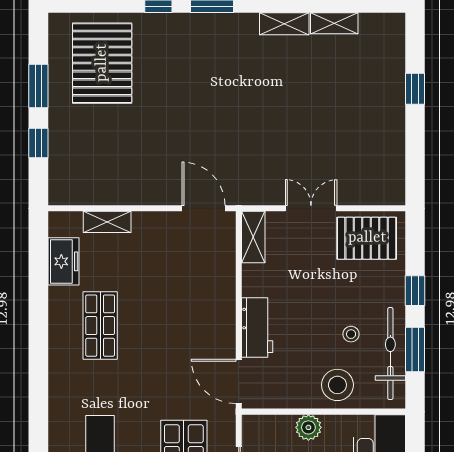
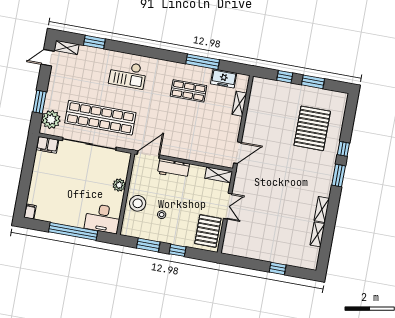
pallet: (102, 63) -> (312, 128), moved, turned 90
window: (38, 308) -> (203, 62), added
bicycle: (390, 354) -> (148, 232), removed

